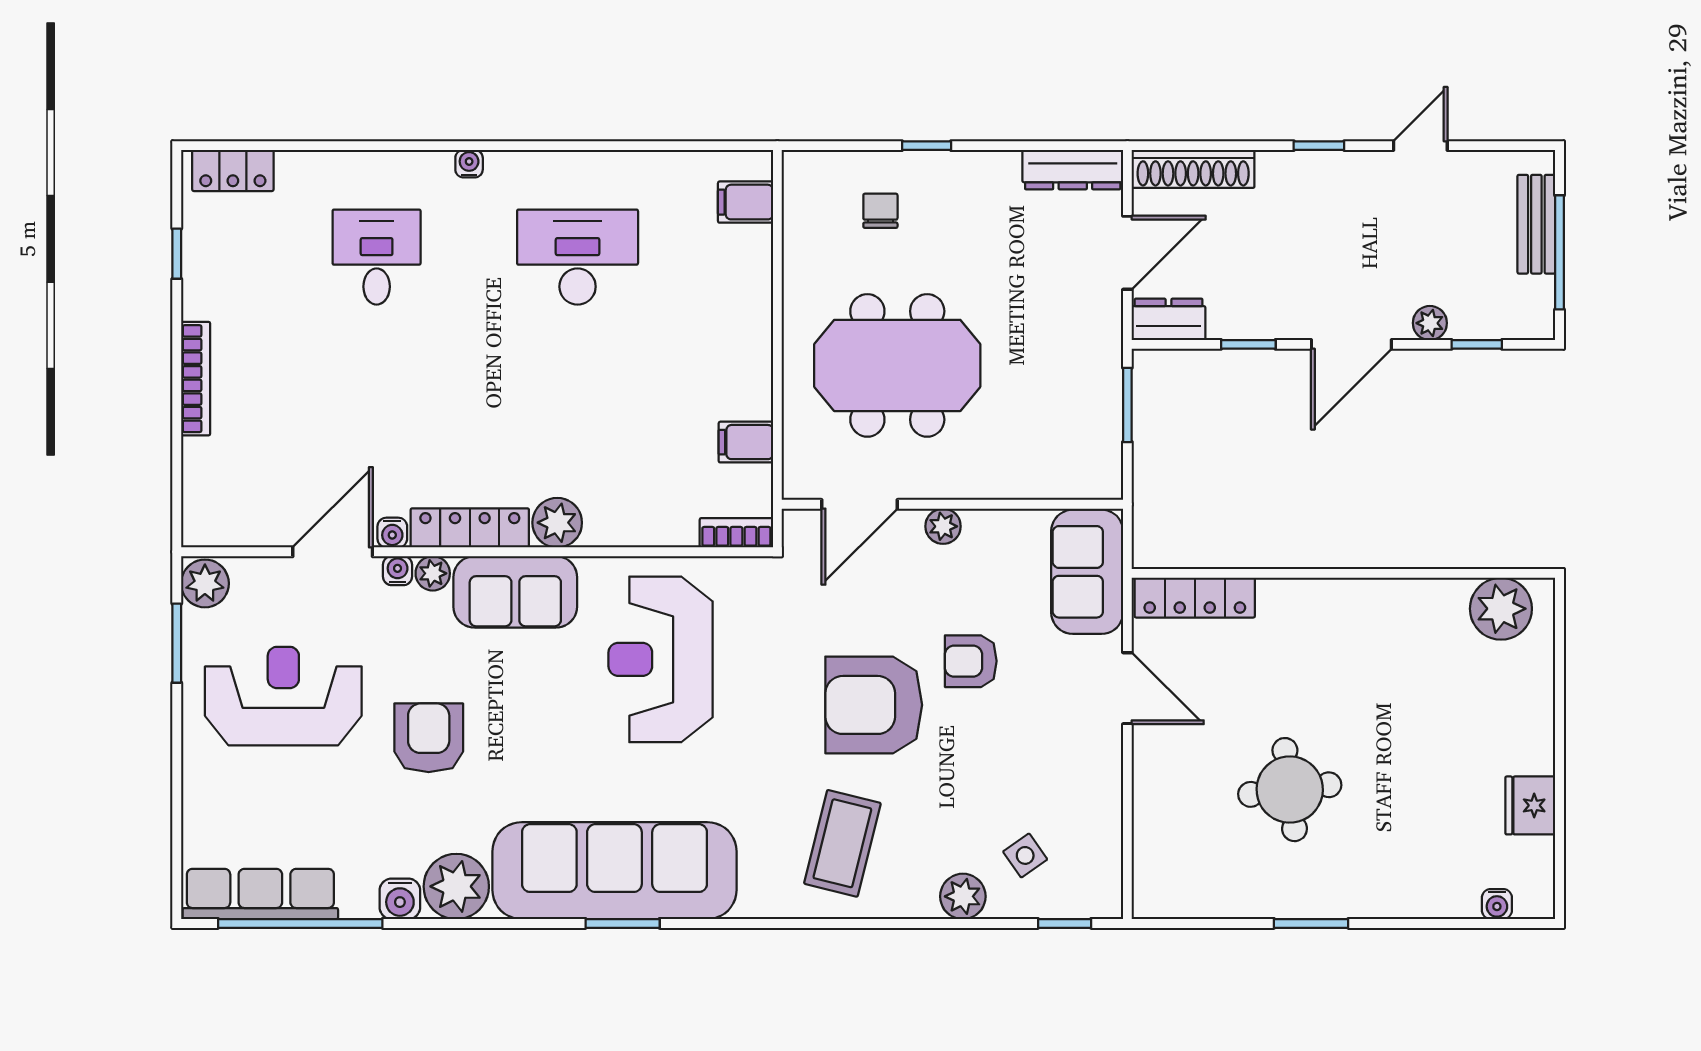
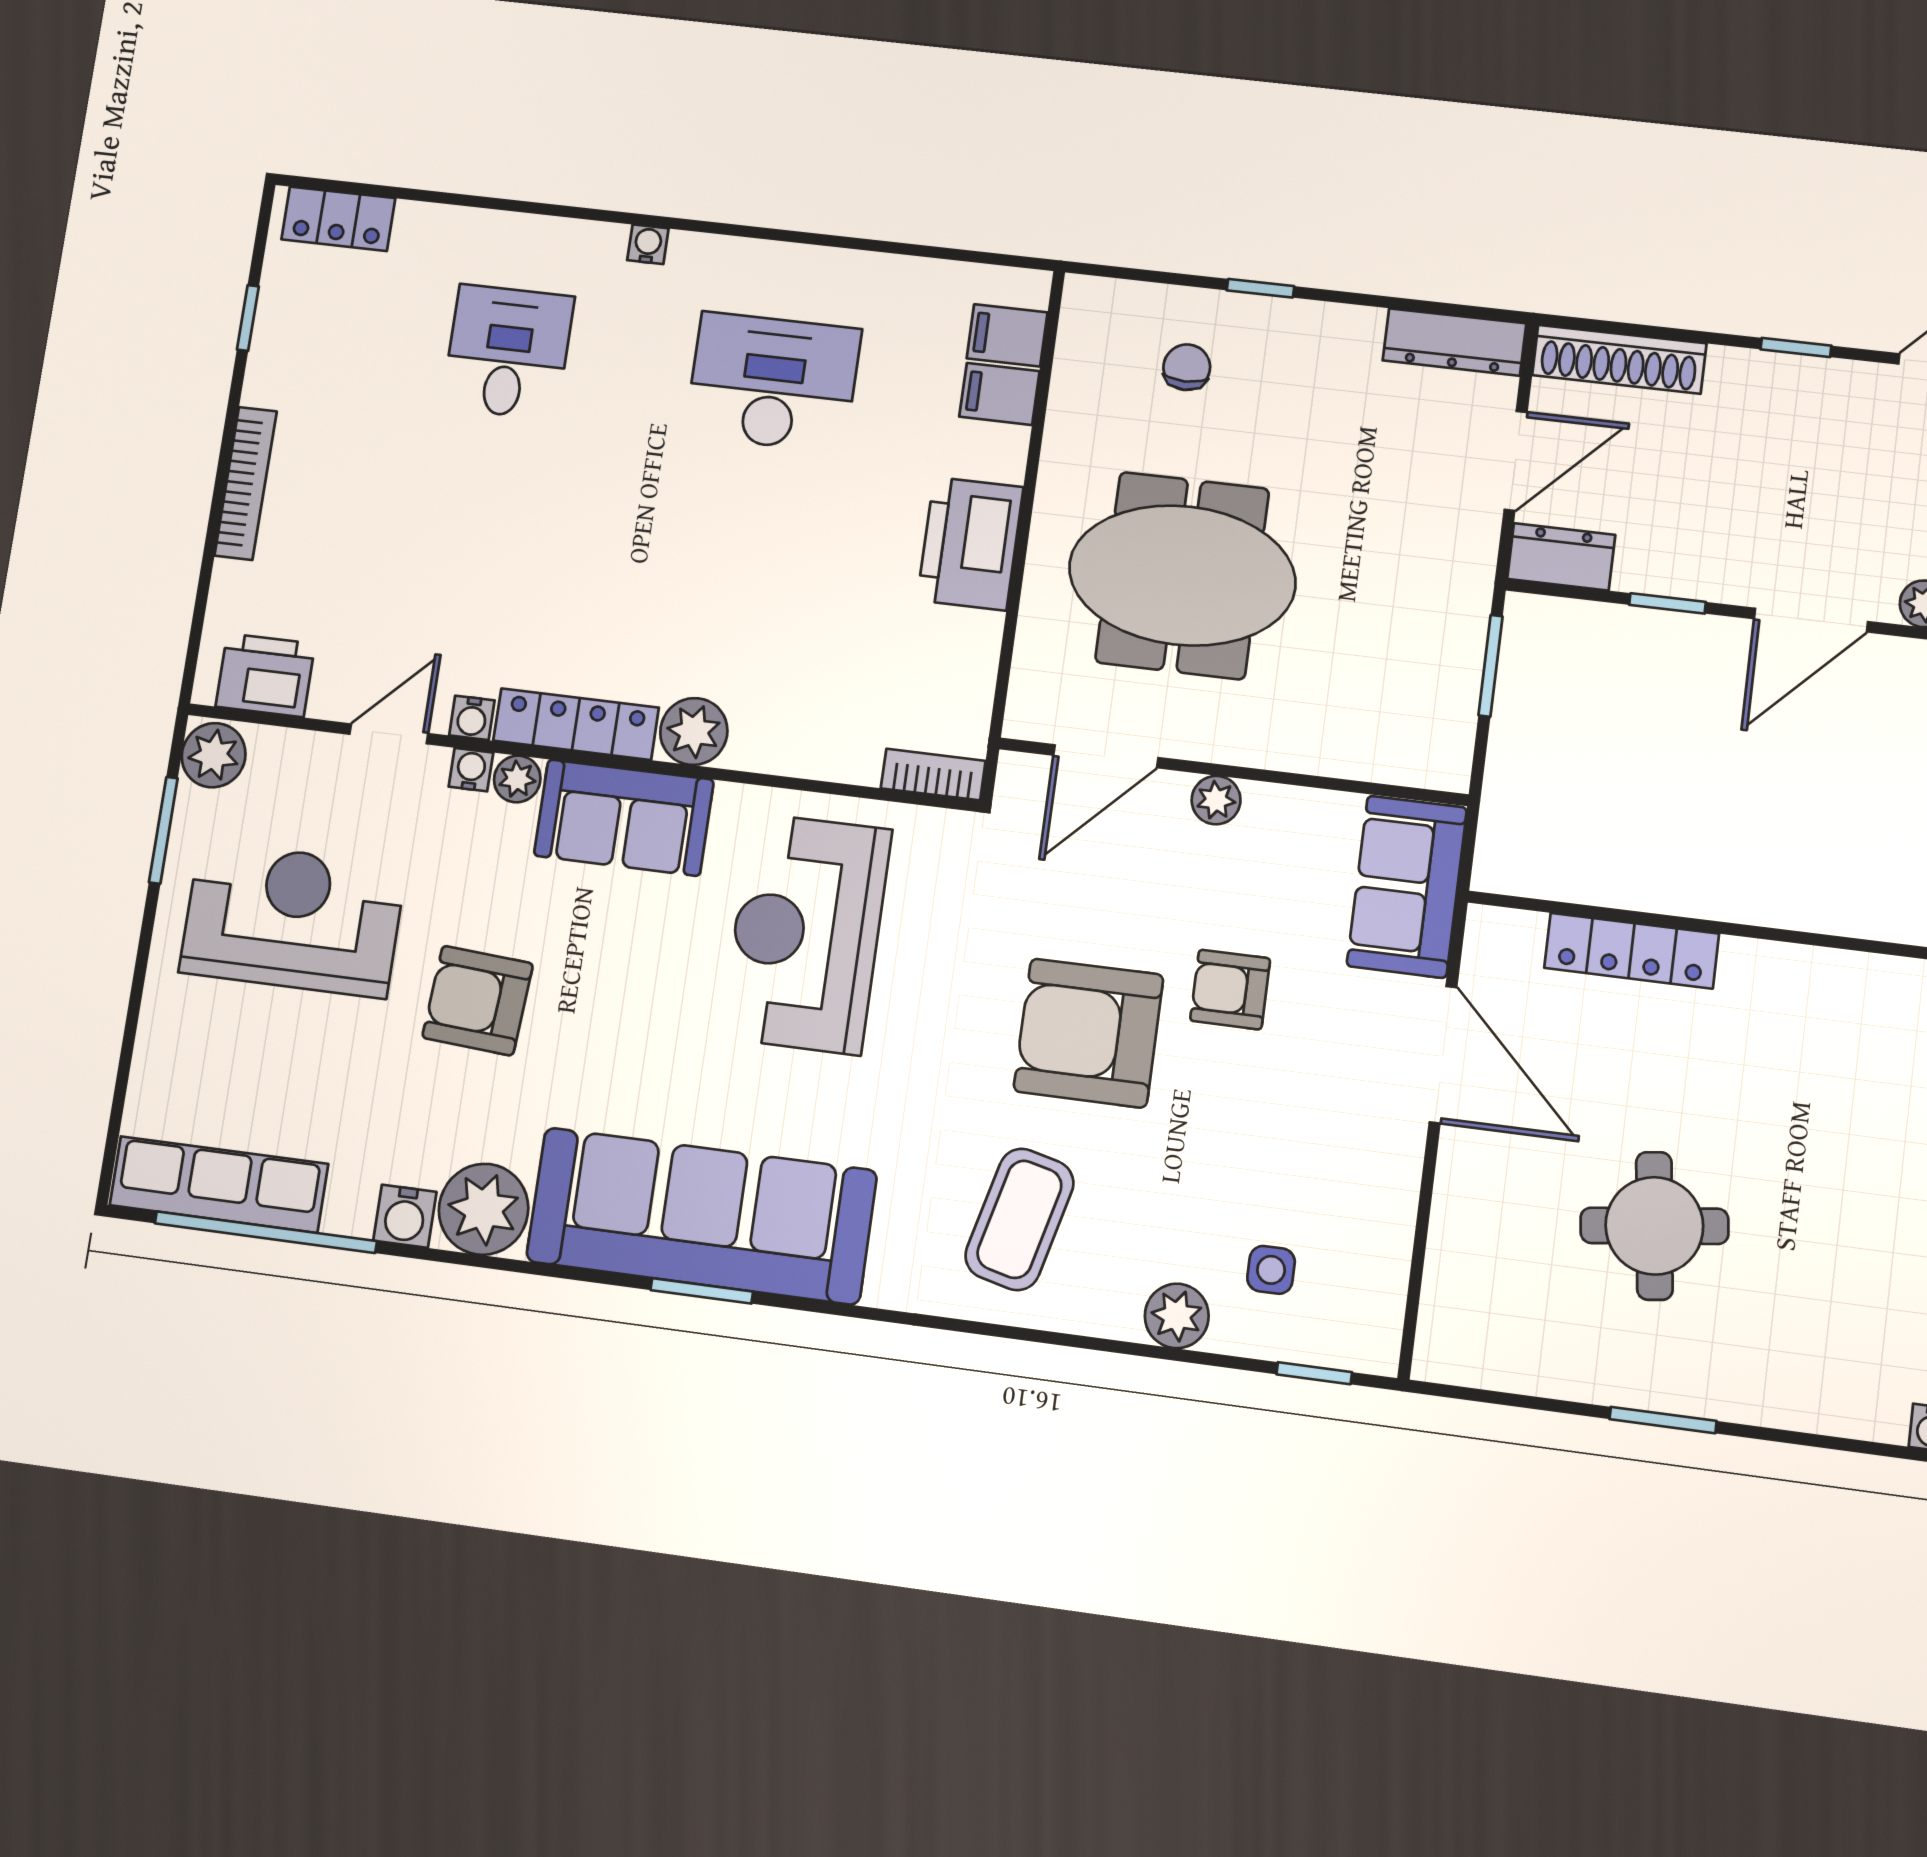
printer: (740, 360) -> (970, 544), added
filing cabinet: (746, 442) -> (999, 394), moved
printer: (234, 520) -> (265, 675), added
door: (333, 552) -> (389, 734), width x0.73
locker: (1195, 598) -> (1631, 951), moved
door: (1127, 688) -> (1443, 1055), width x1.36
armchair: (429, 738) -> (478, 1001), turned -86
side table: (1025, 855) -> (1271, 1270), turned 35

